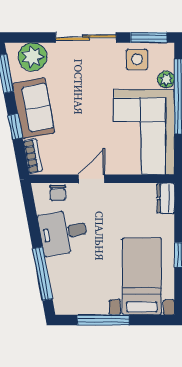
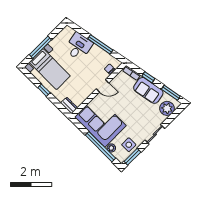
sliding door: (86, 38) -> (155, 134), width x0.73
door: (91, 179) -> (103, 86), hinge flipped
desk: (63, 232) -> (79, 47), moved
window: (43, 274) -> (100, 44), moved
window: (103, 320) -> (40, 47), moved

